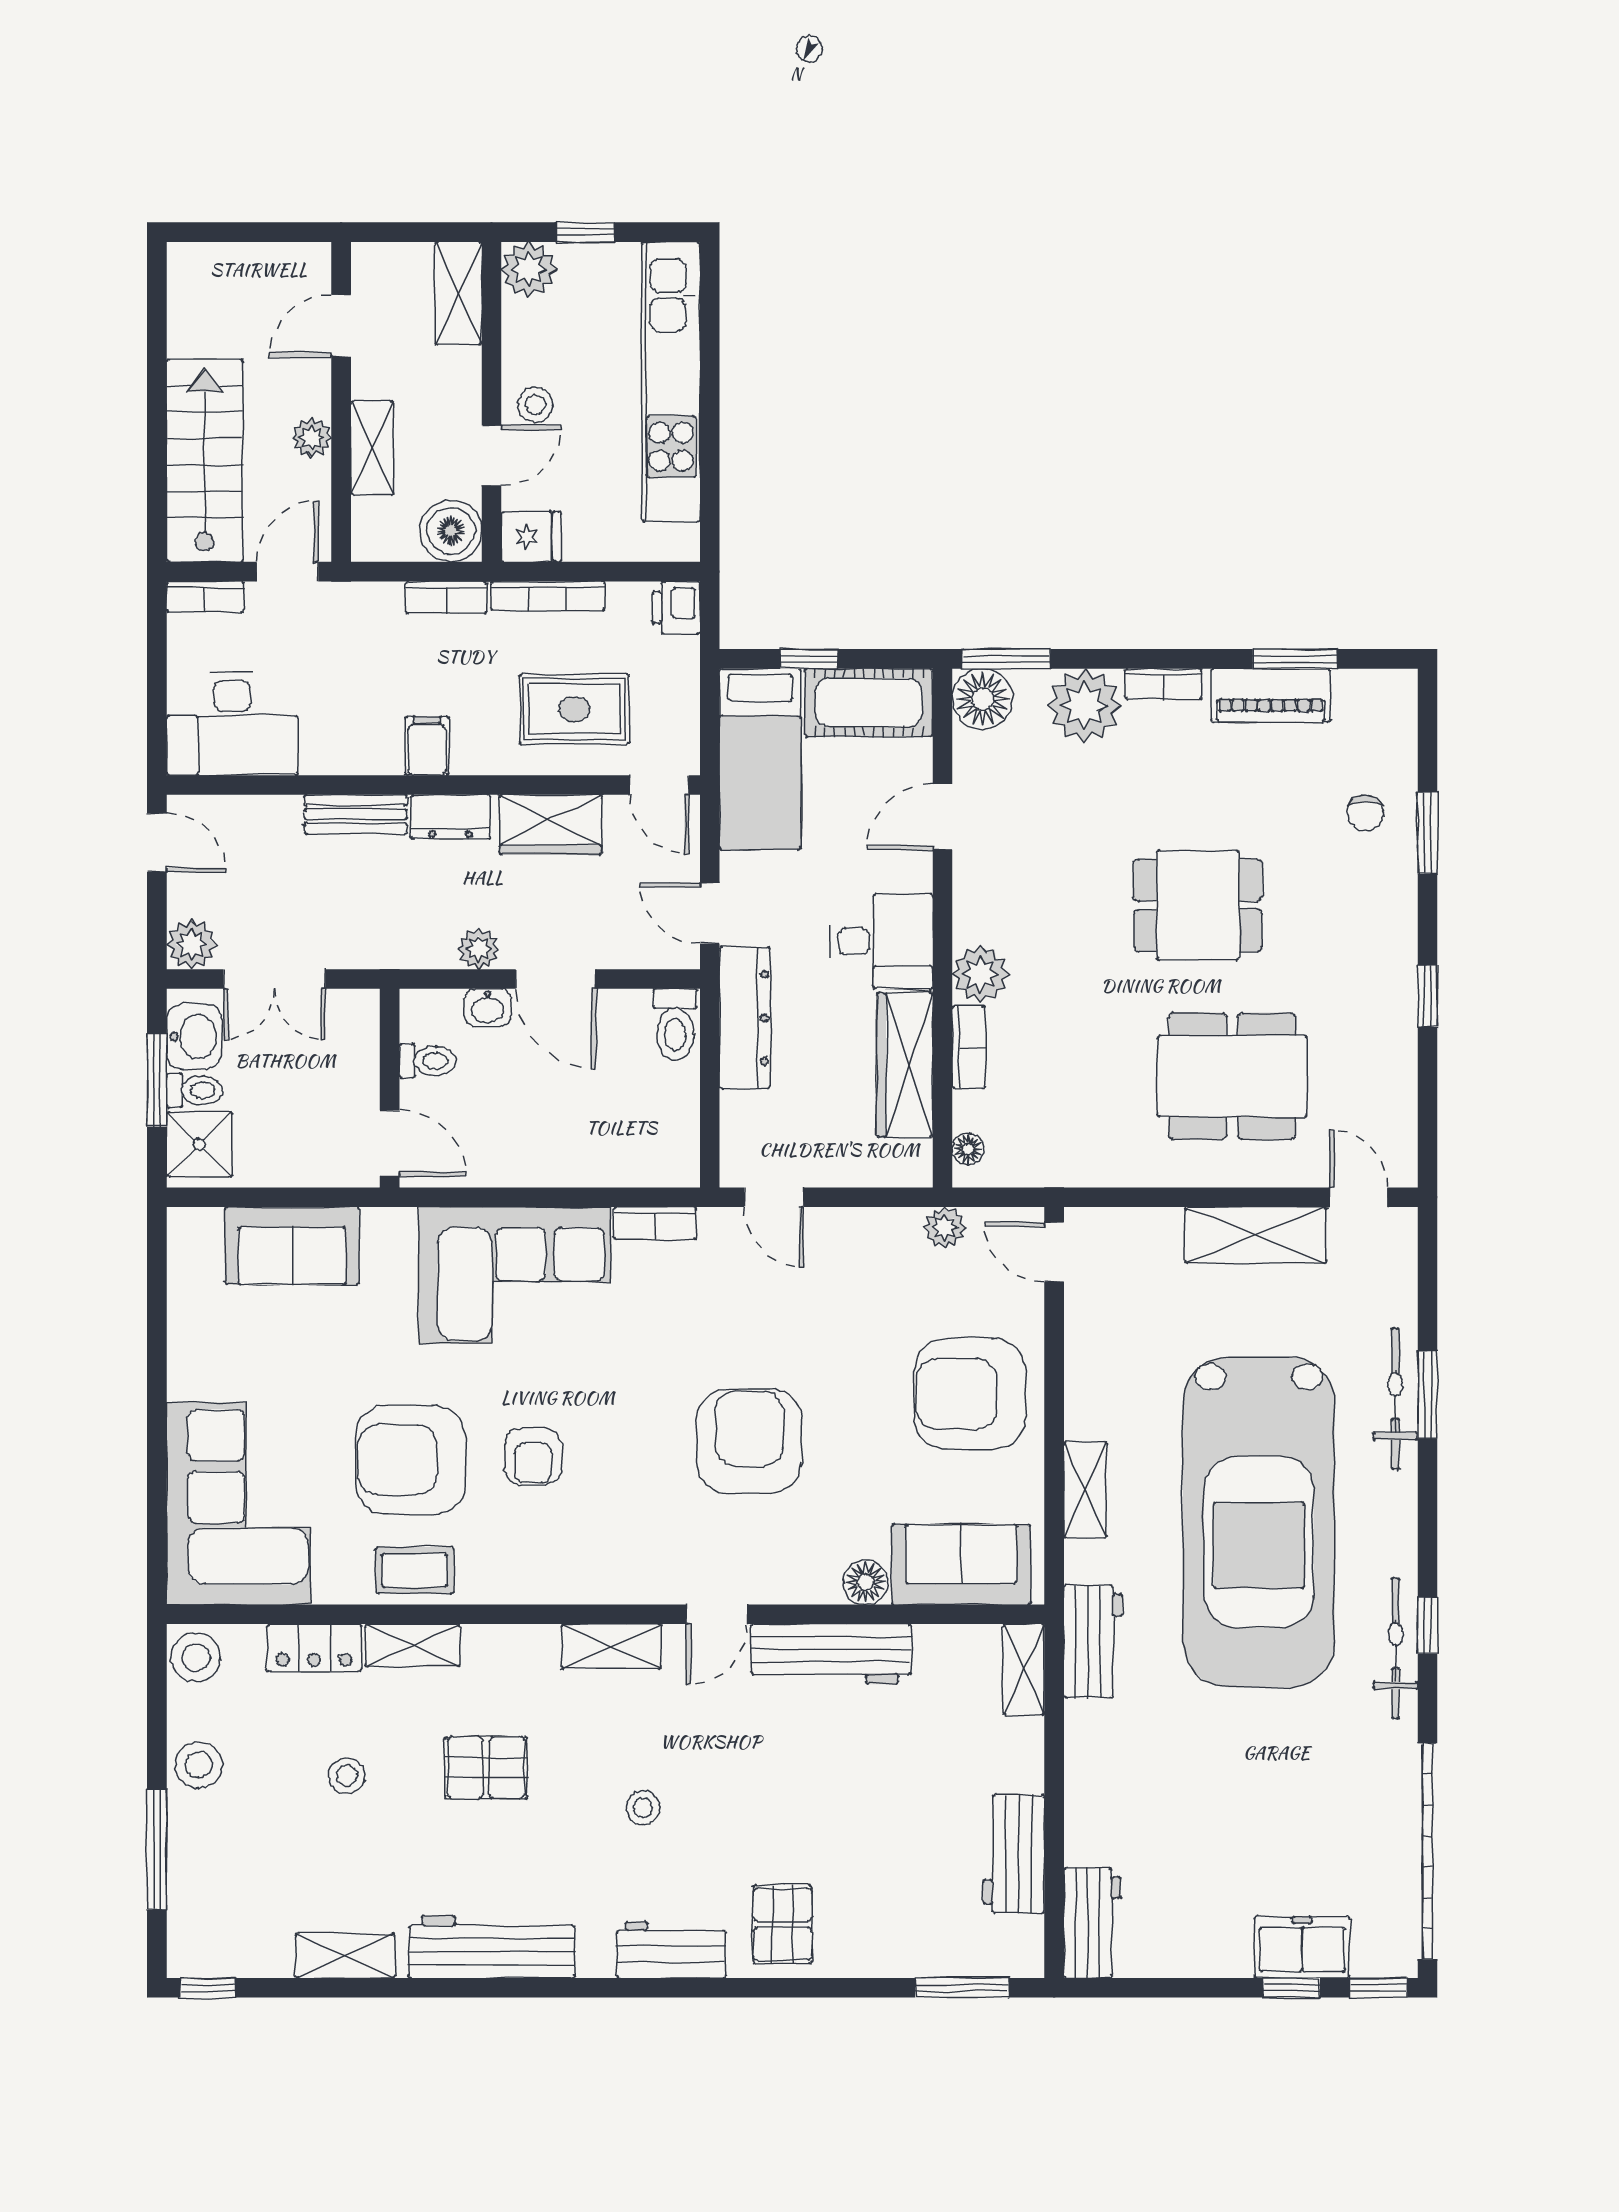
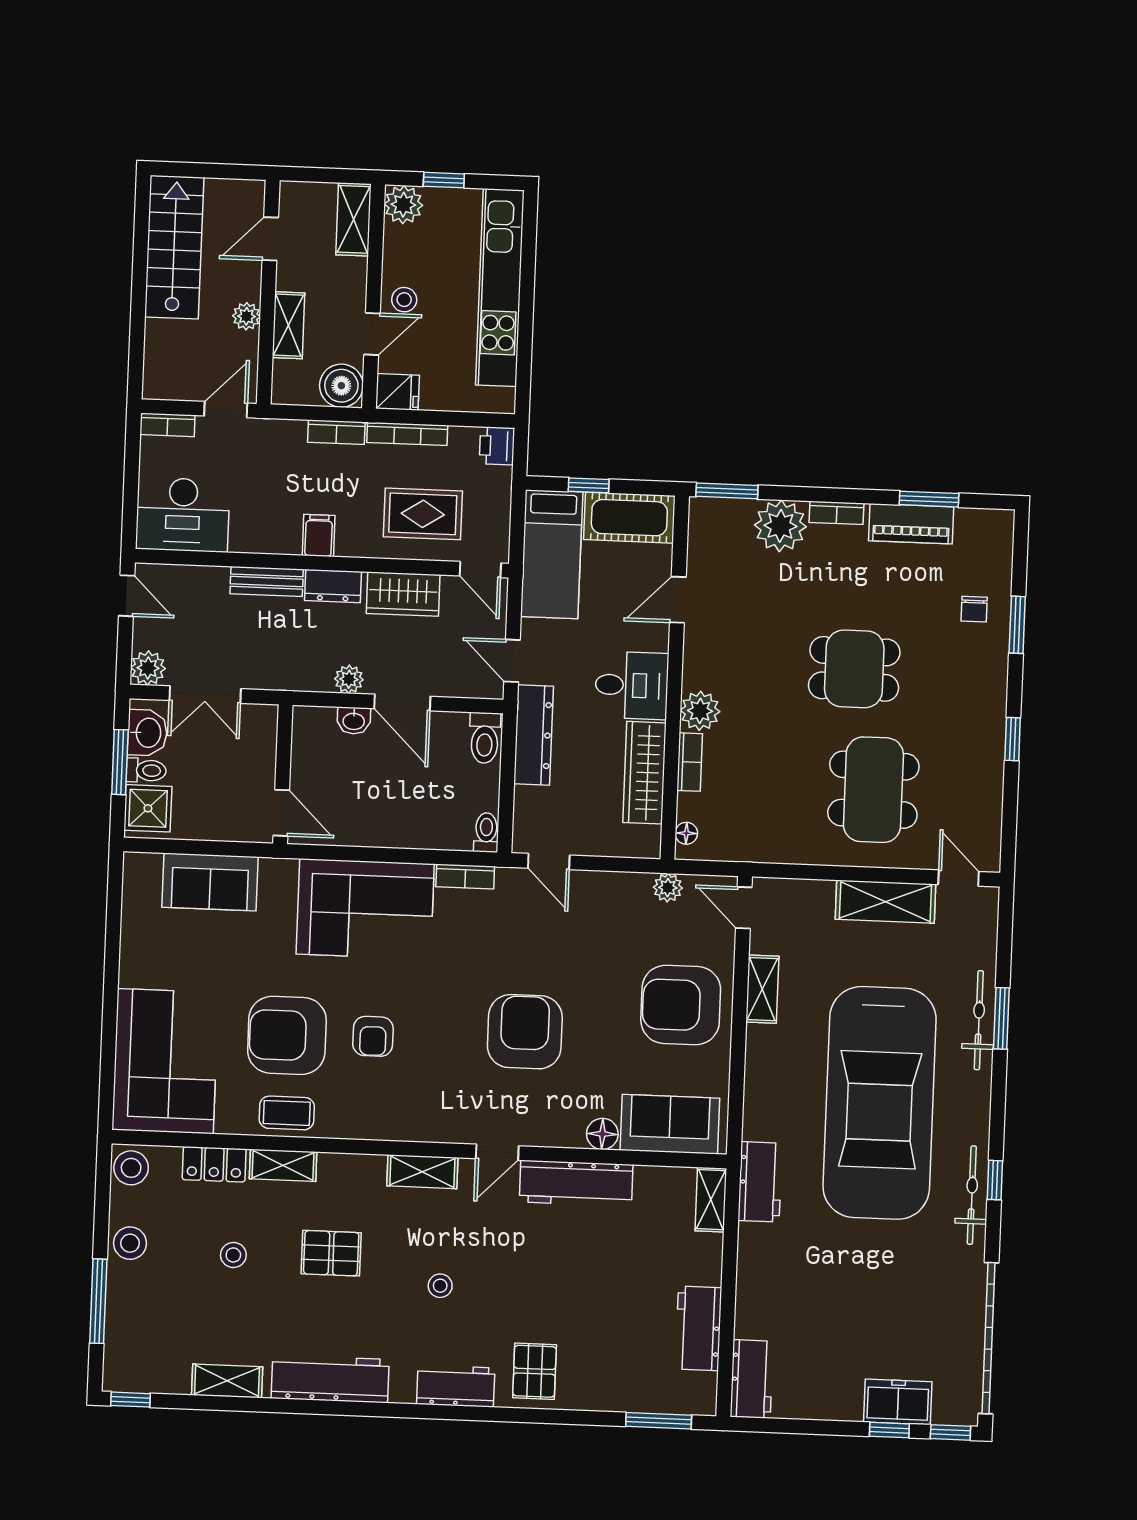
stairs: (205, 461) -> (174, 247), moved
floor lamp: (983, 699) -> (709, 518), removed
toilet: (427, 1061) -> (486, 833), moved, turned -90
dining table: (1232, 1076) -> (873, 790), turned 90
shelving: (1085, 1490) -> (762, 989), moved

